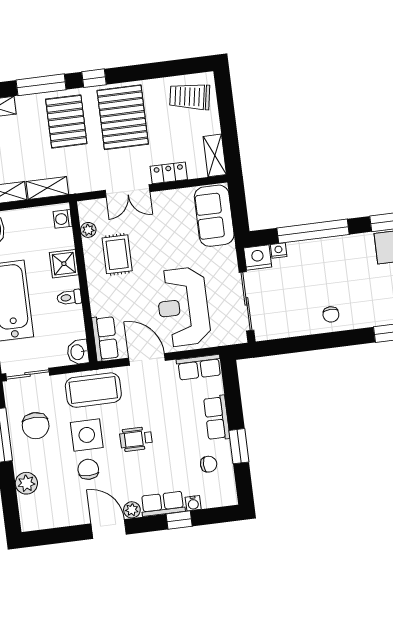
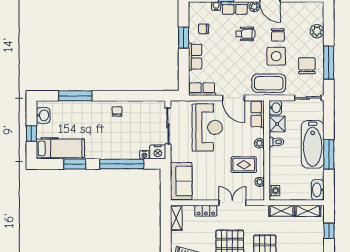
rug: (117, 254) -> (244, 165), turned 90
shower: (64, 264) -> (277, 124), moved
plant: (96, 292) -> (259, 143), added
wheelchair: (136, 439) -> (245, 34), moved

